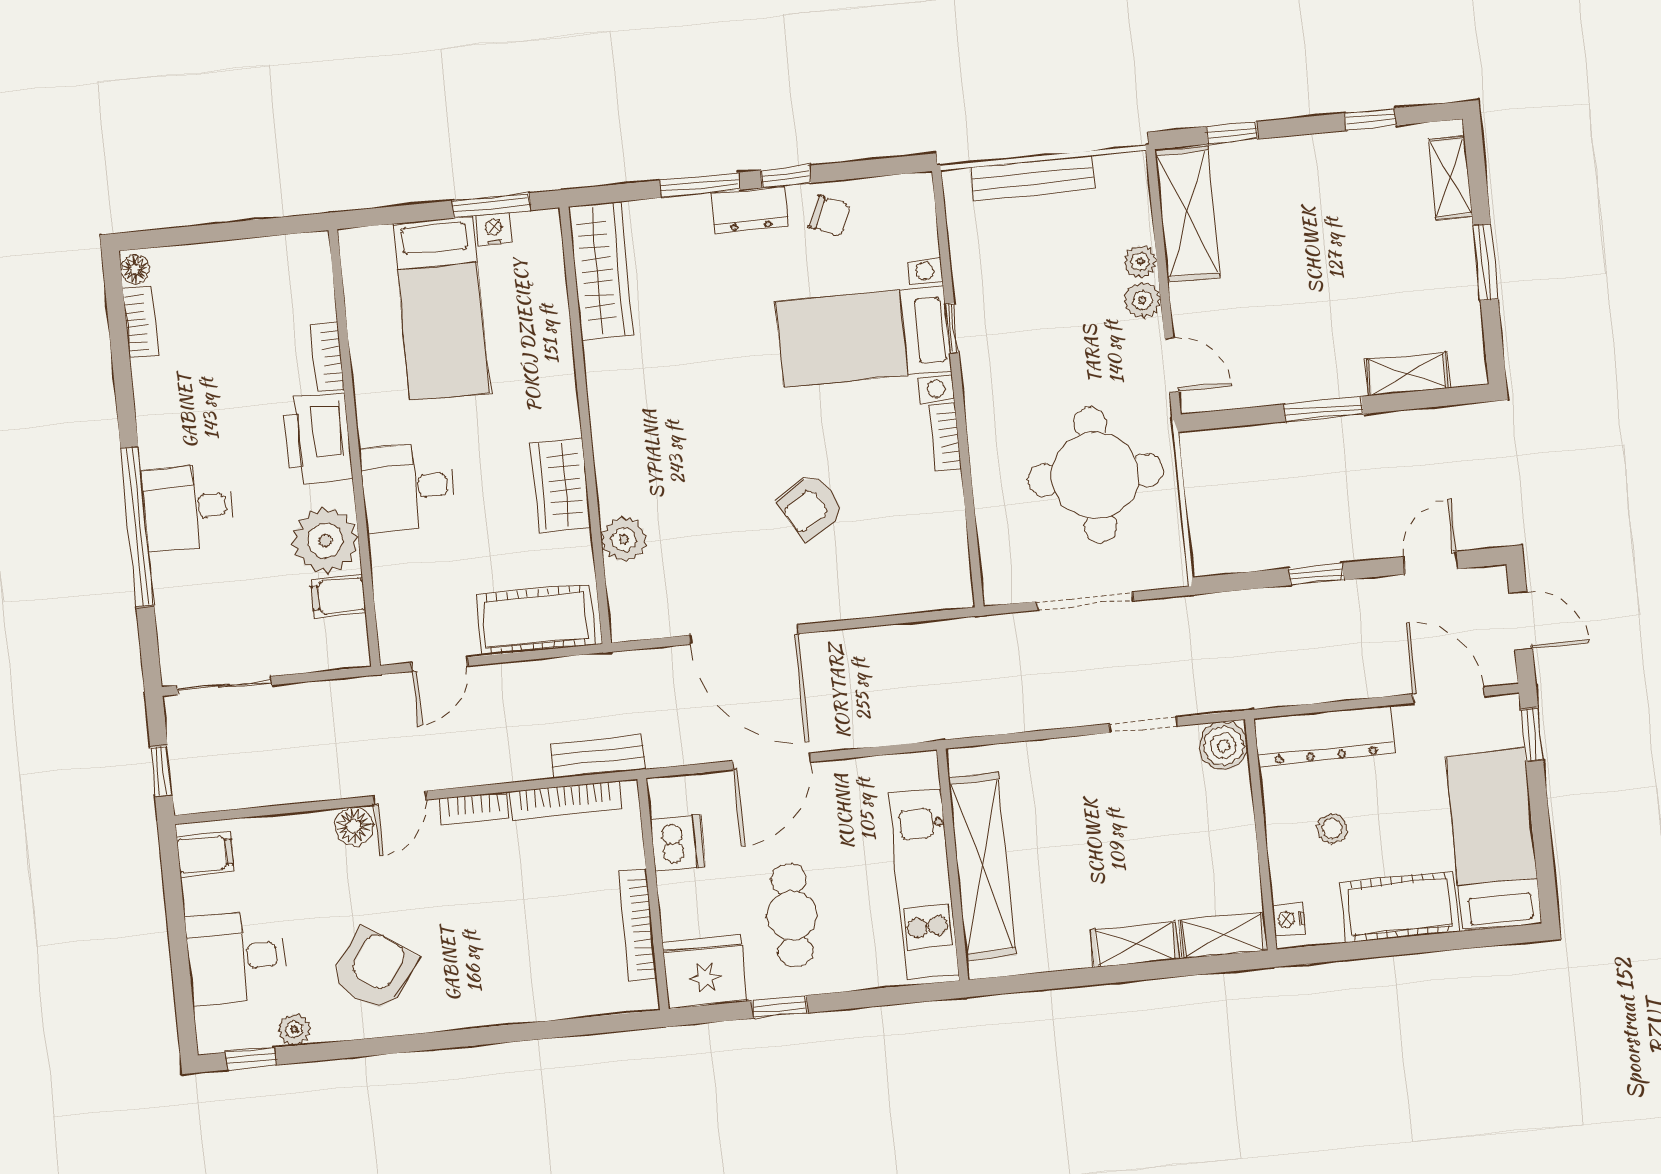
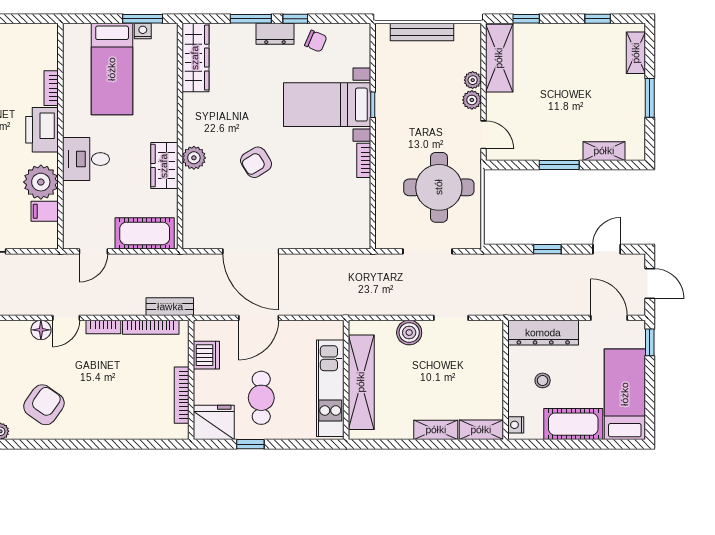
armchair: (811, 507) -> (256, 162), moved
plant: (624, 539) -> (194, 158), moved
boiler: (1223, 746) -> (409, 333), moved

